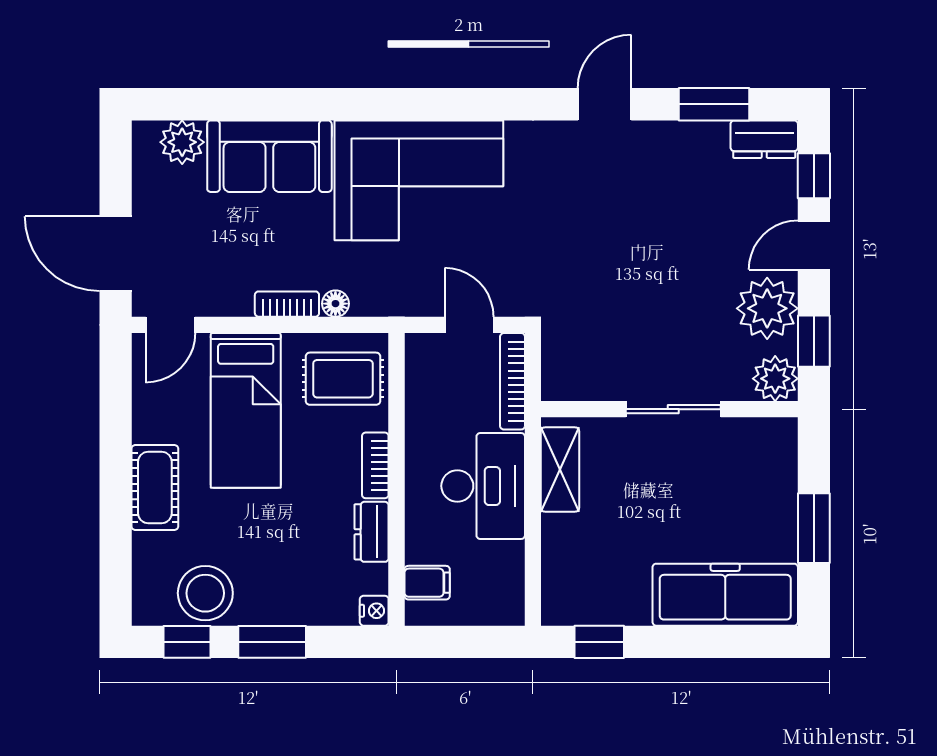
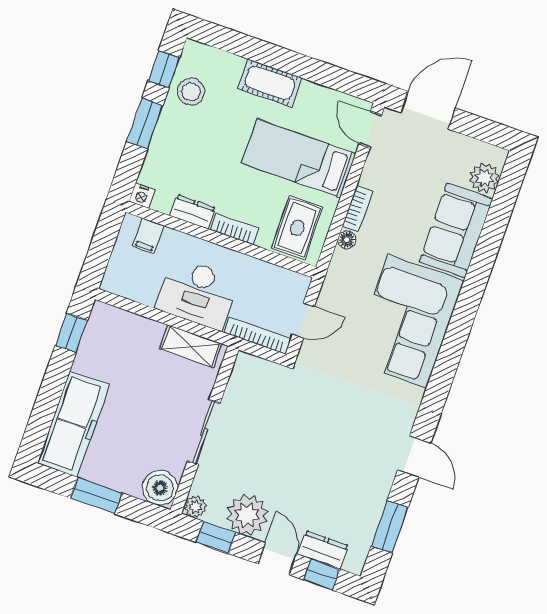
dresser: (764, 139) -> (323, 550), moved, turned 90
plant: (775, 379) -> (195, 507), width x0.73, depth x0.73
boiler: (772, 443) -> (160, 488), added
stool: (205, 593) -> (191, 92), width x0.73, depth x0.73

